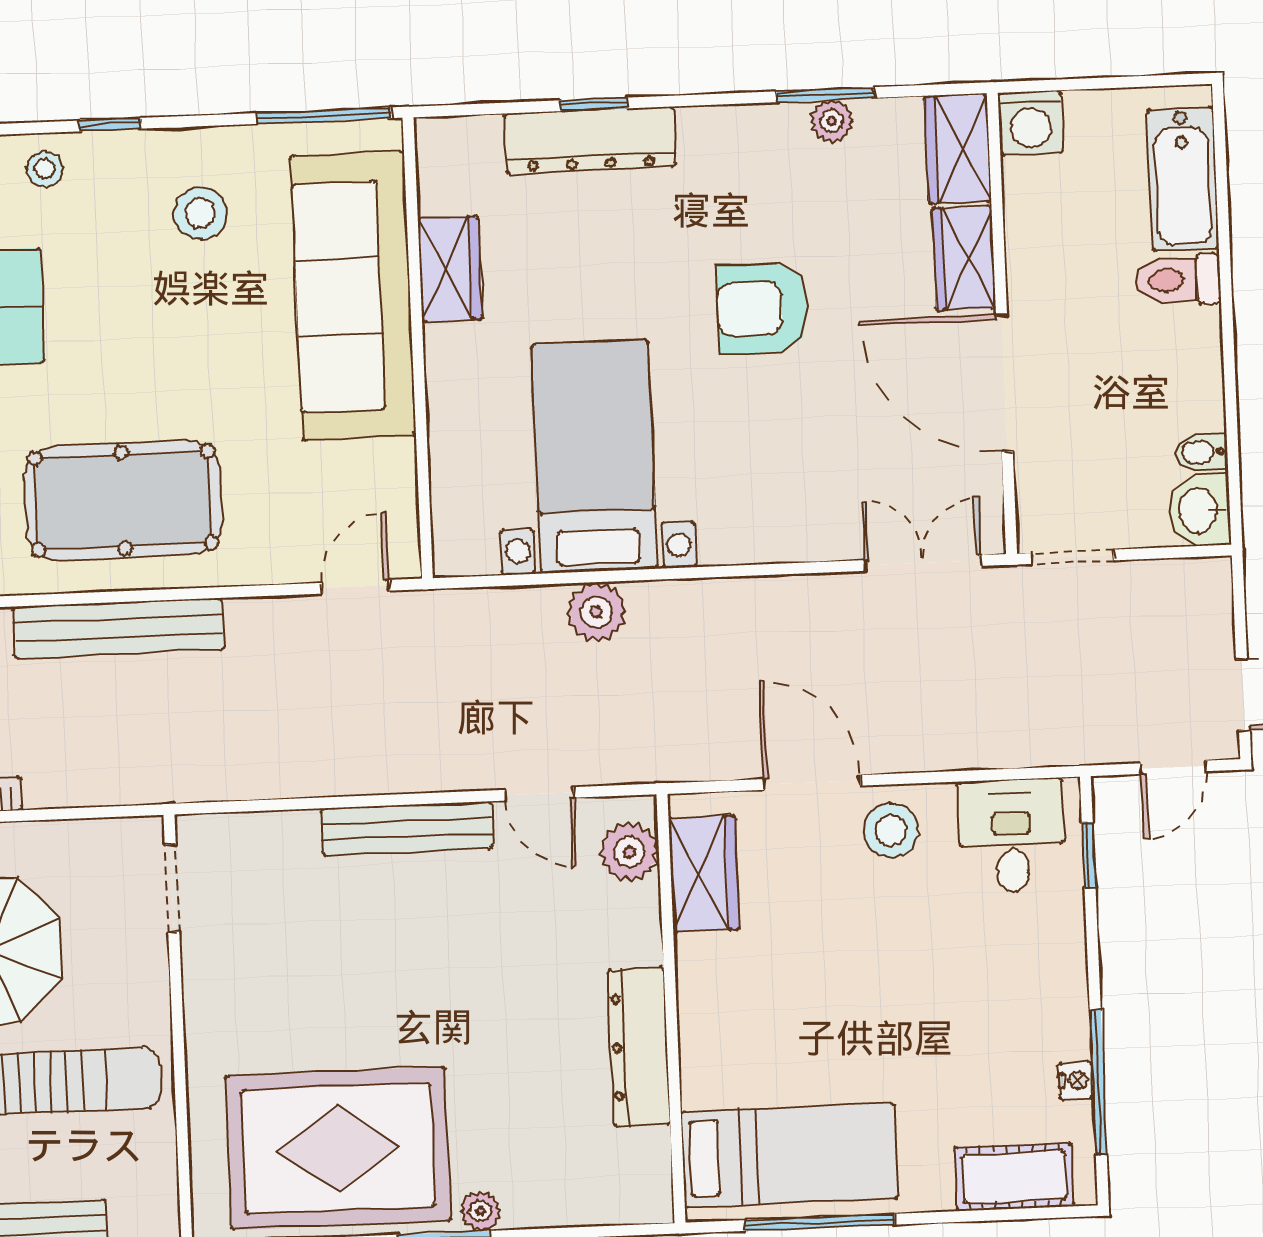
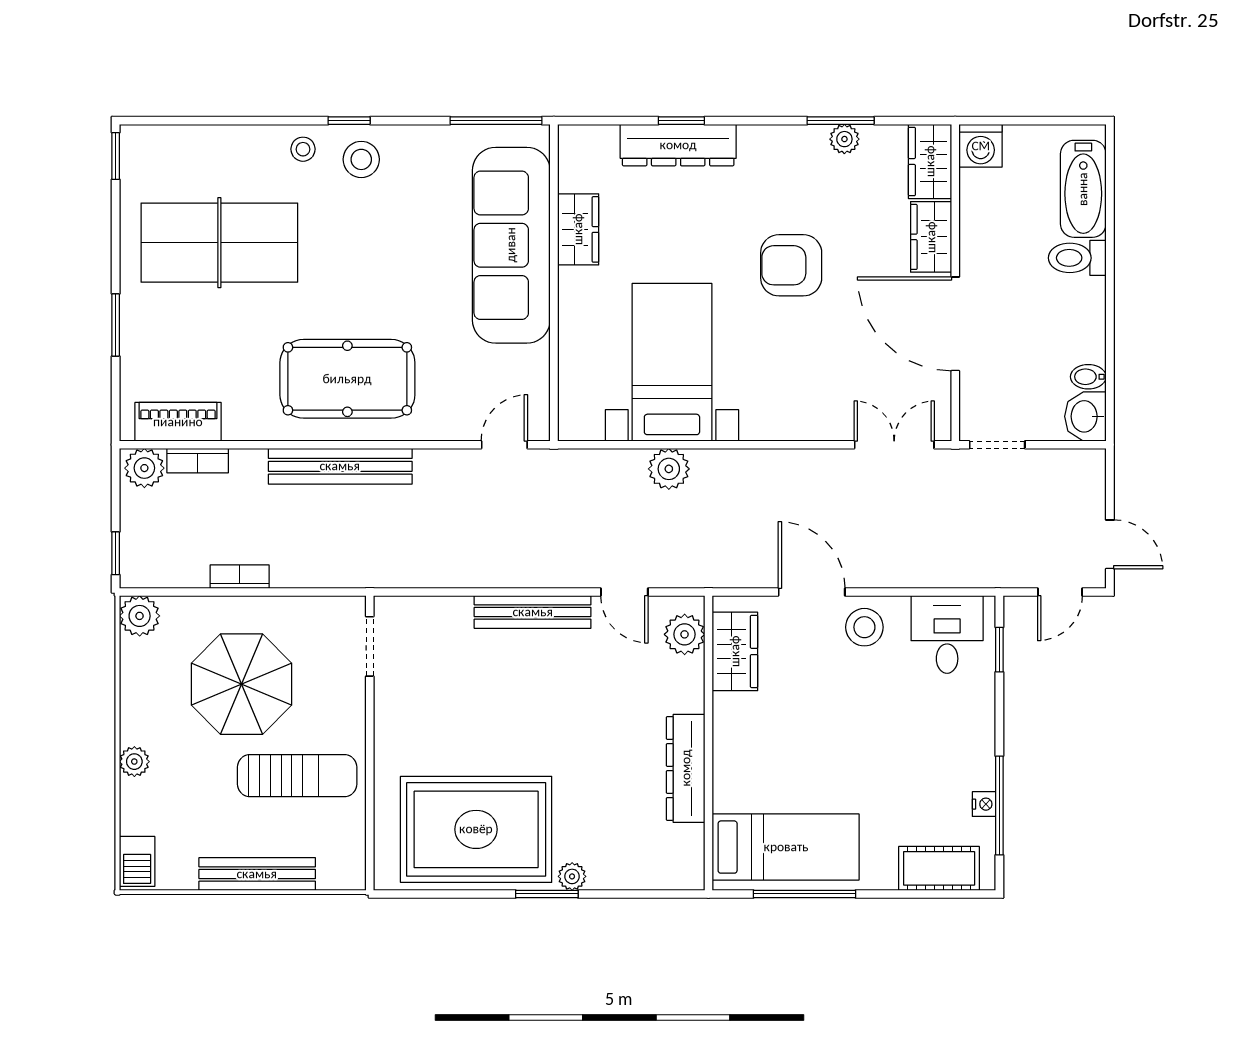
stool: (200, 213) -> (361, 159), moved

